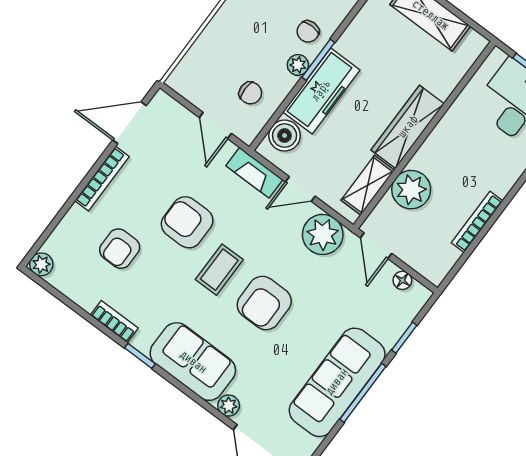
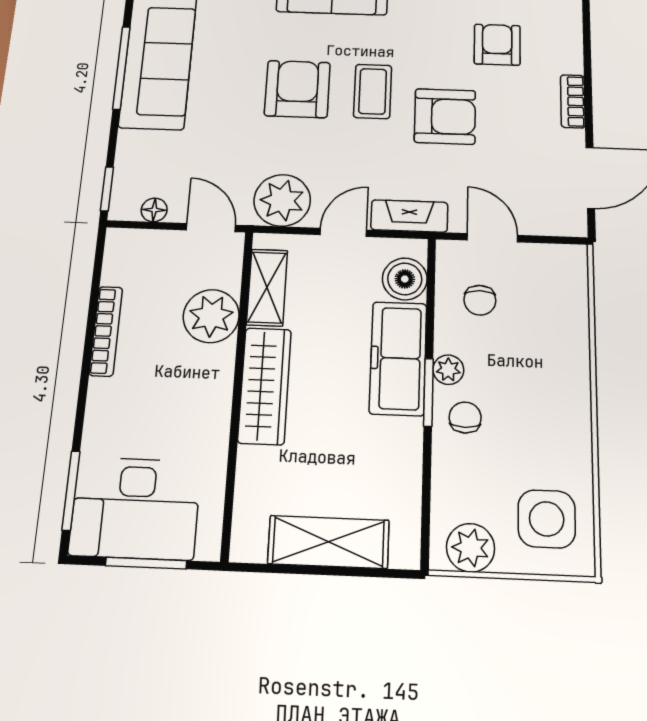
chair: (250, 93) -> (480, 300), turned -90
bookcase: (102, 179) -> (573, 101), width x0.64
window: (404, 338) -> (107, 189), moved

